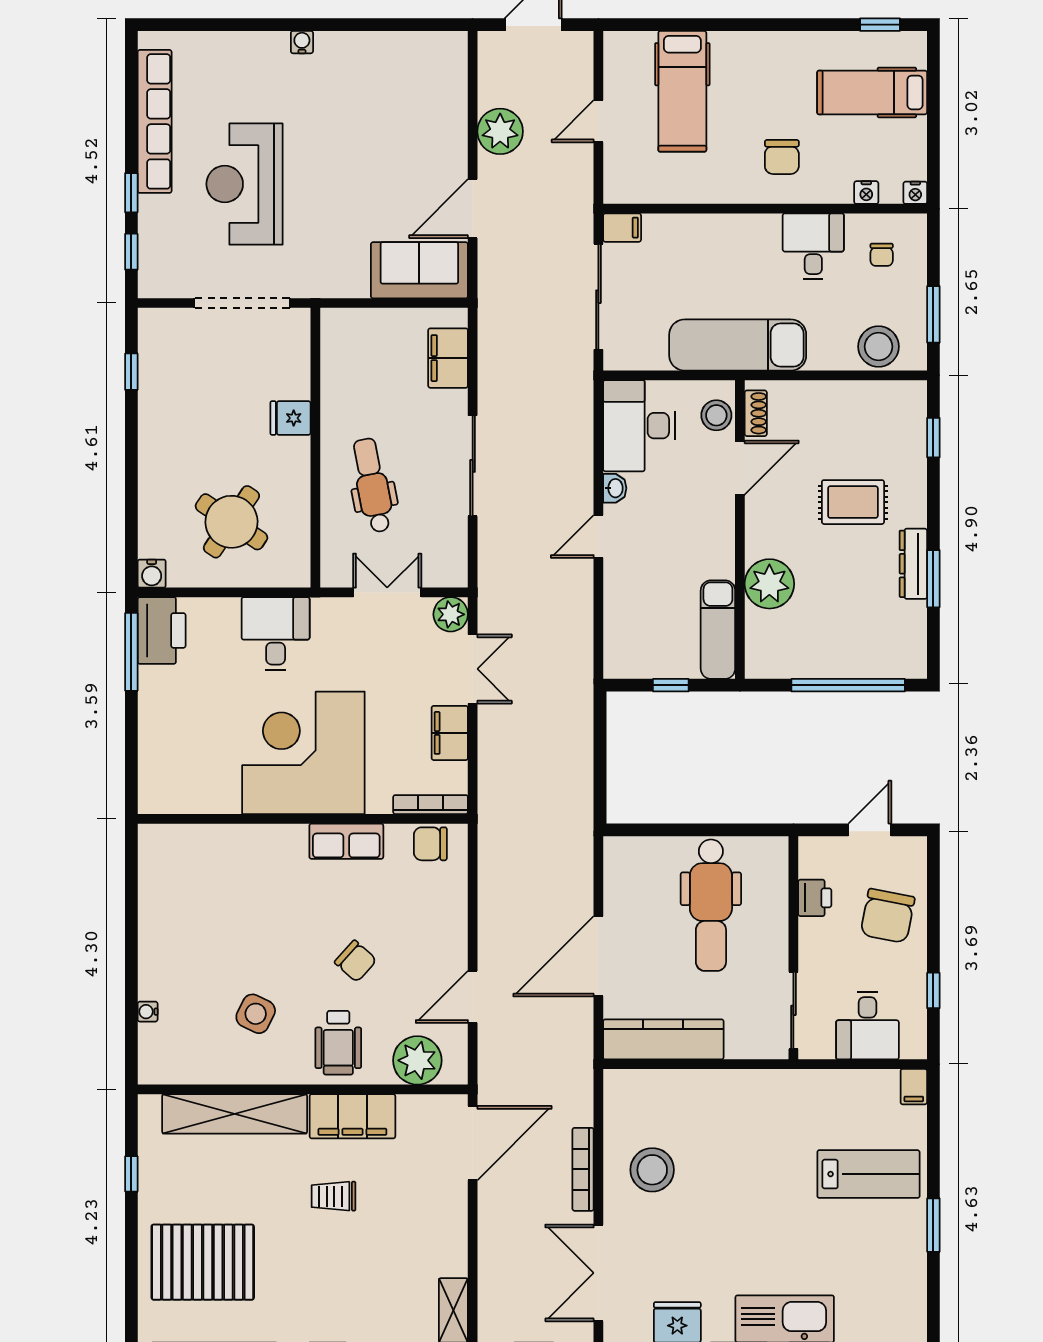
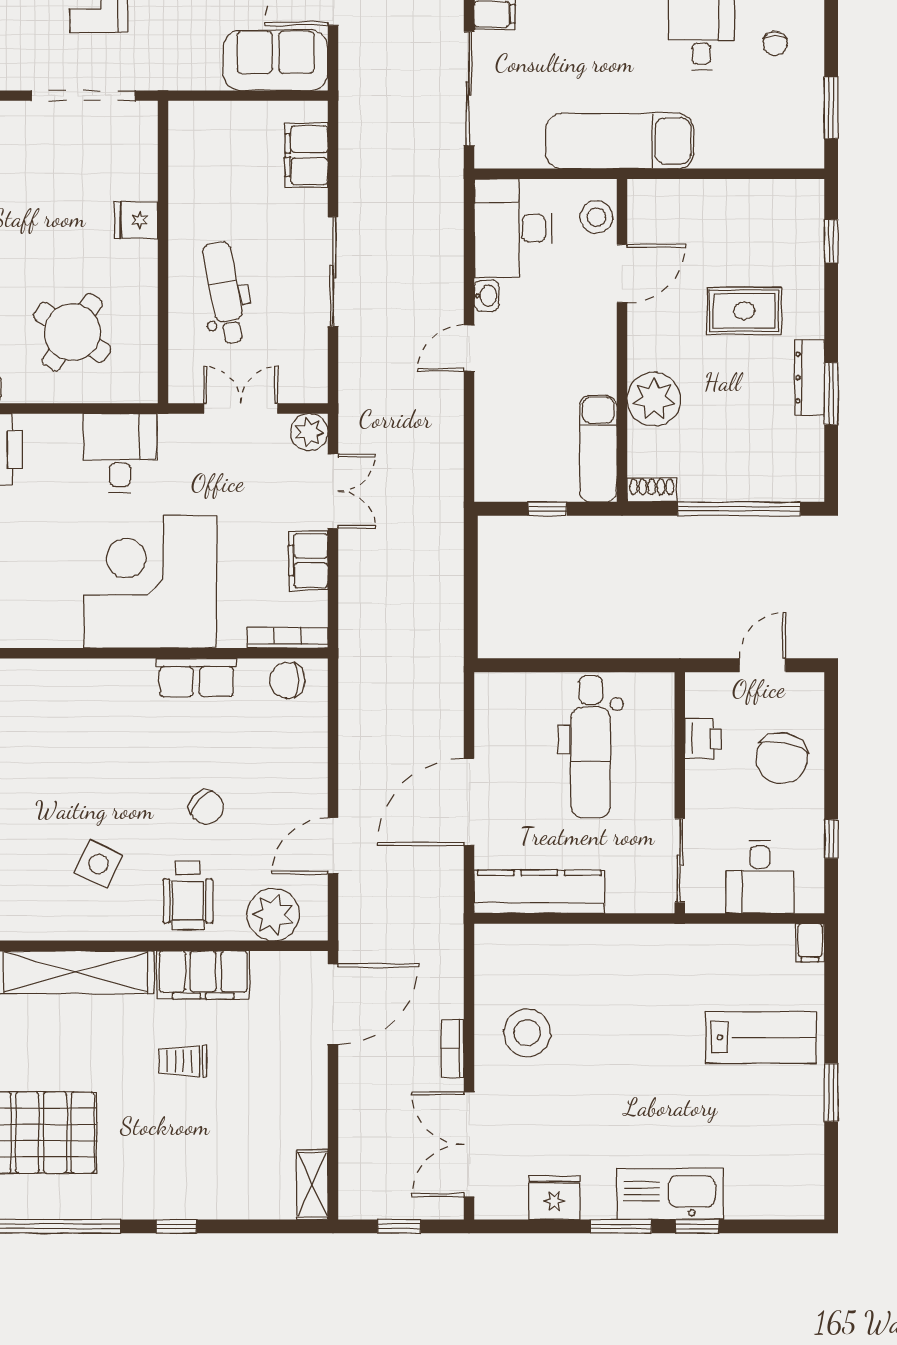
stool: (879, 347) -> (772, 143), removed
shoe rack: (756, 413) -> (652, 490), moved, turned -90
bookcase: (583, 1169) -> (452, 1048), width x0.64

